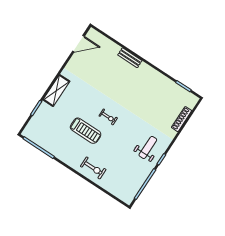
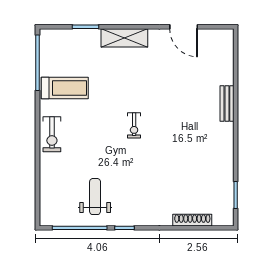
door: (78, 44) -> (184, 27), moved
treadmill: (86, 131) -> (65, 88), moved, turned -90
weight bench: (148, 147) -> (95, 197), moved, turned -90
exercise bike: (93, 168) -> (52, 134), moved

